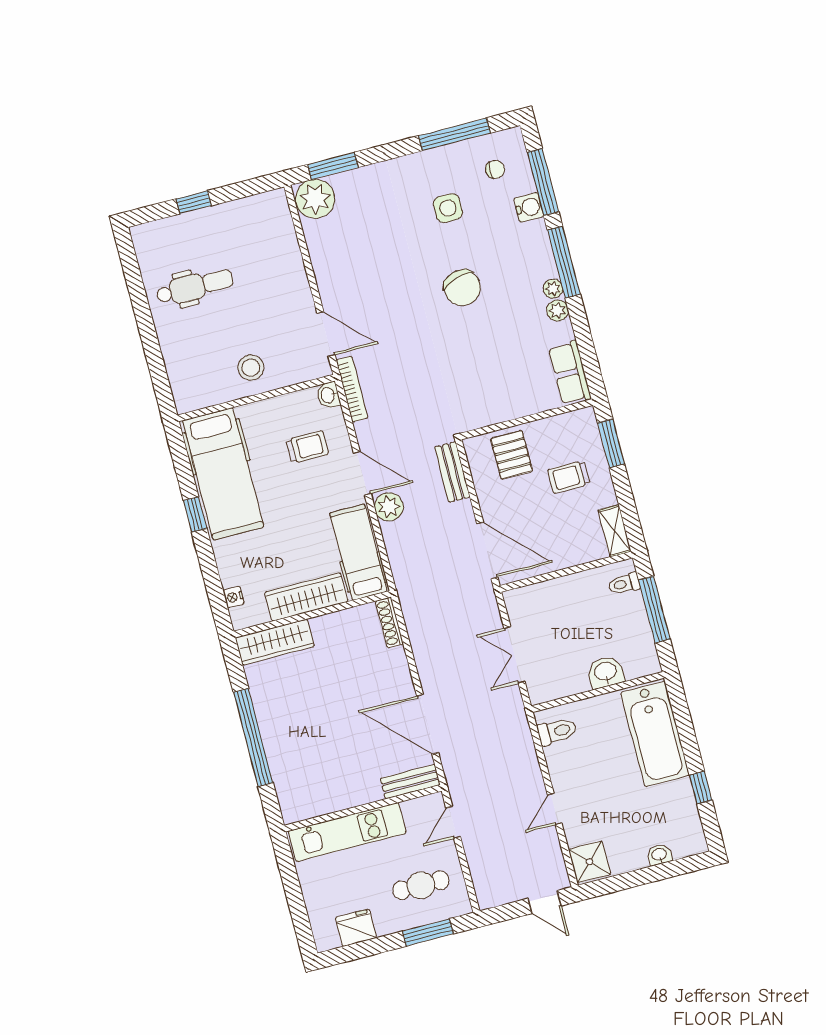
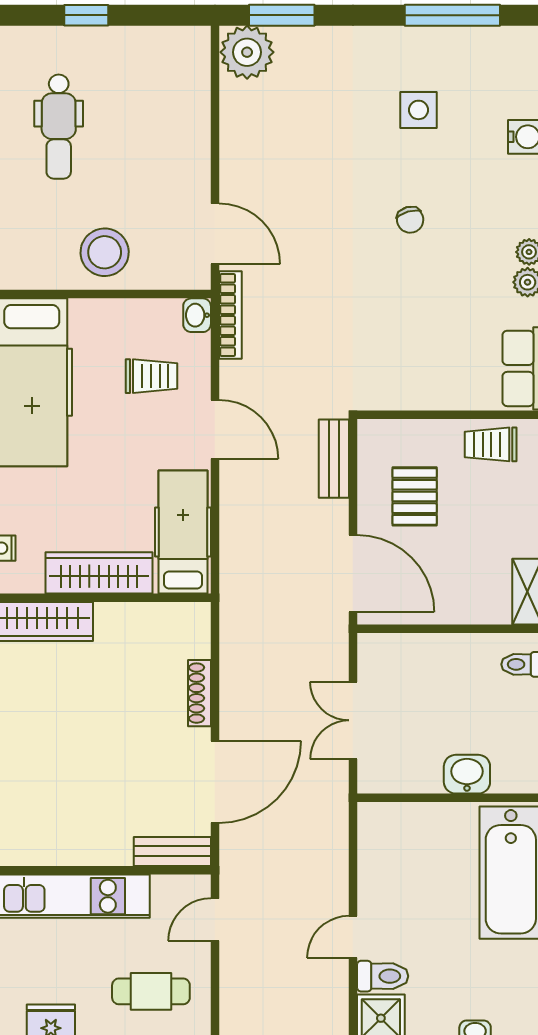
chair: (495, 169) -> (494, 75), removed
dental chair: (195, 287) -> (59, 127), turned 90
chair: (462, 288) -> (410, 220), width x0.54, depth x0.54
stool: (251, 368) -> (105, 252), width x1.38, depth x1.38
pallet: (512, 455) -> (415, 496), moved
trolley: (569, 477) -> (491, 444), moved
plant: (389, 507) -> (238, 483), removed
shoe rack: (389, 623) -> (199, 693), moved
door: (428, 724) -> (215, 782), swing flipped
toilet: (557, 731) -> (383, 976), moved

